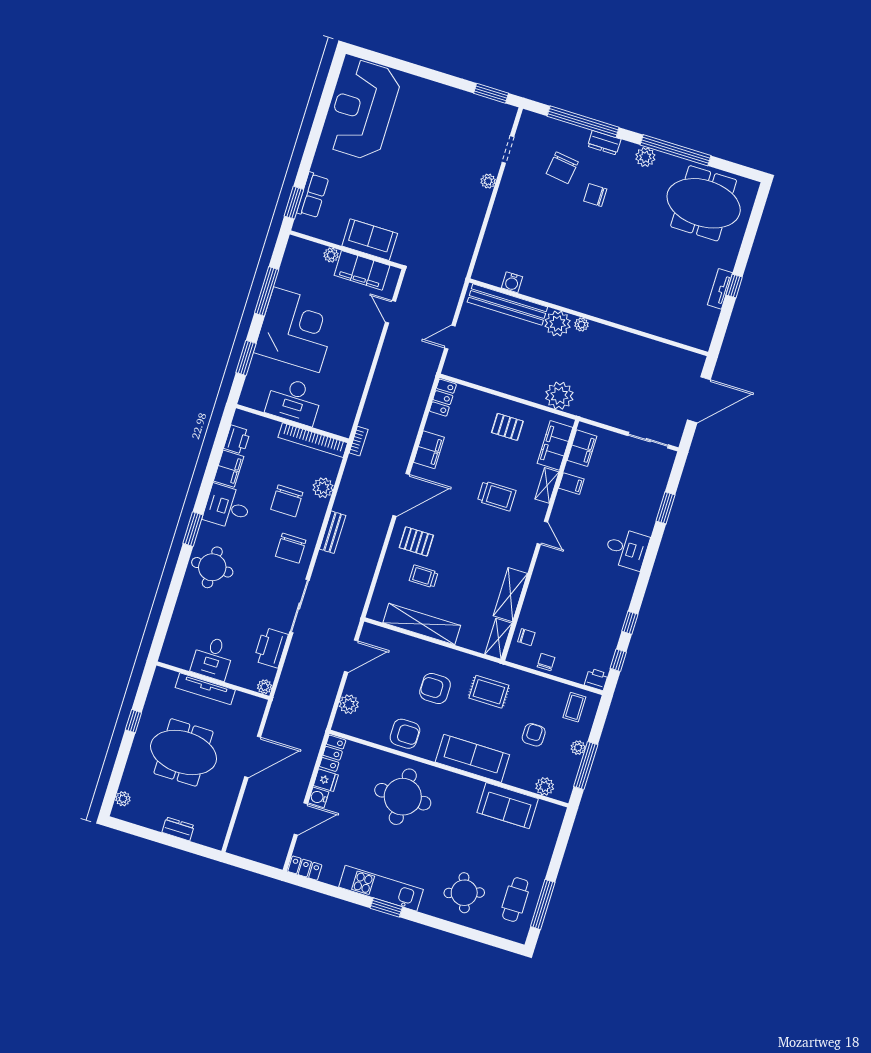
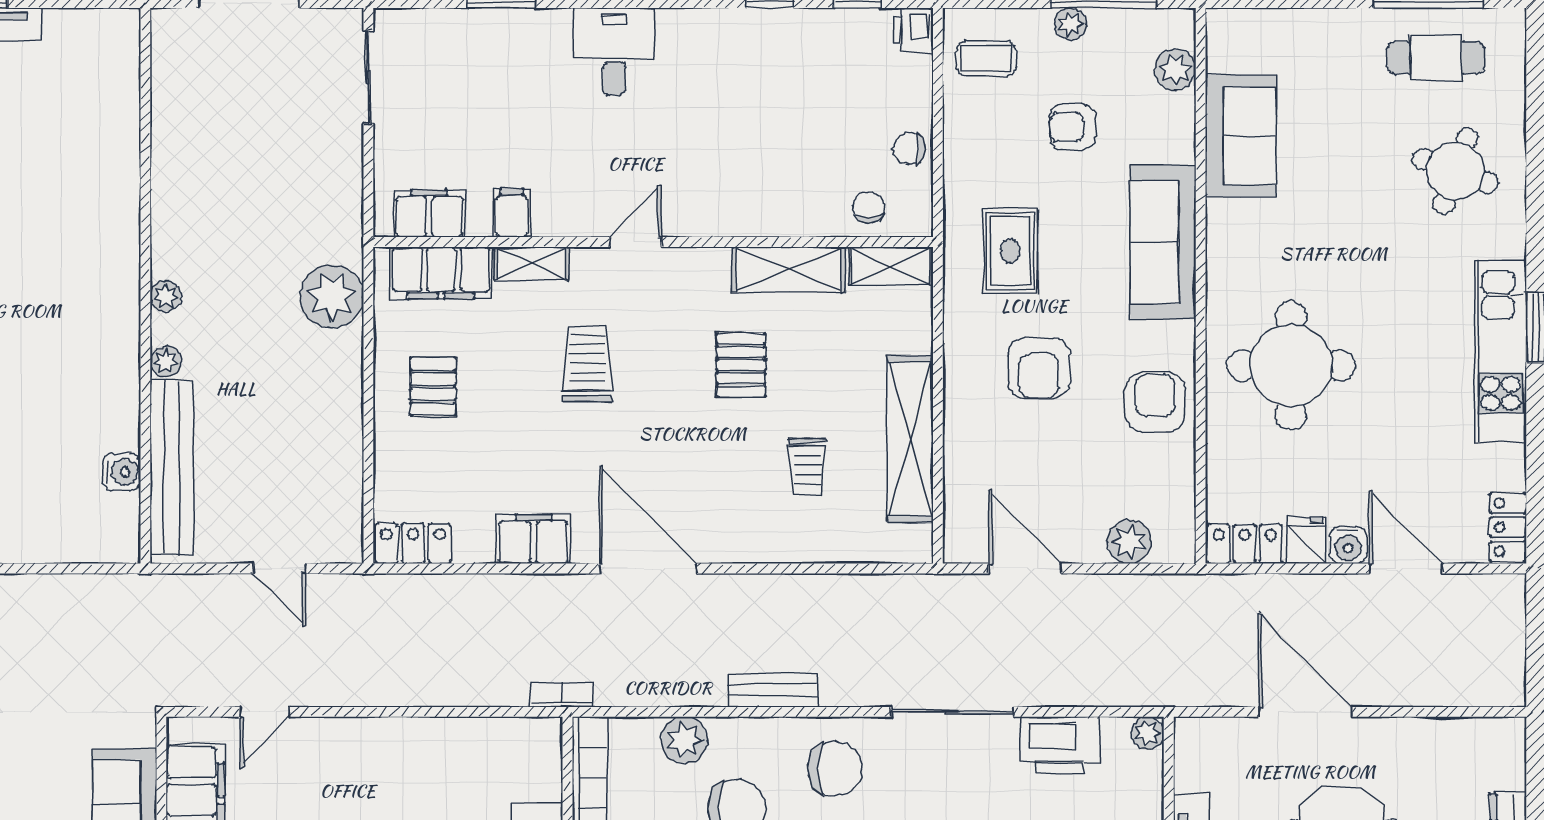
plant: (558, 323) -> (166, 361), width x0.53, depth x0.53
pallet: (416, 541) -> (741, 365), moved
round table: (464, 893) -> (1455, 171), turned 38

